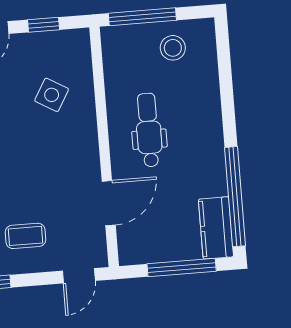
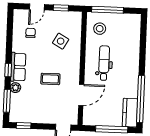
stool: (173, 48) -> (100, 29), moved
coffee table: (25, 236) -> (50, 79), moved

